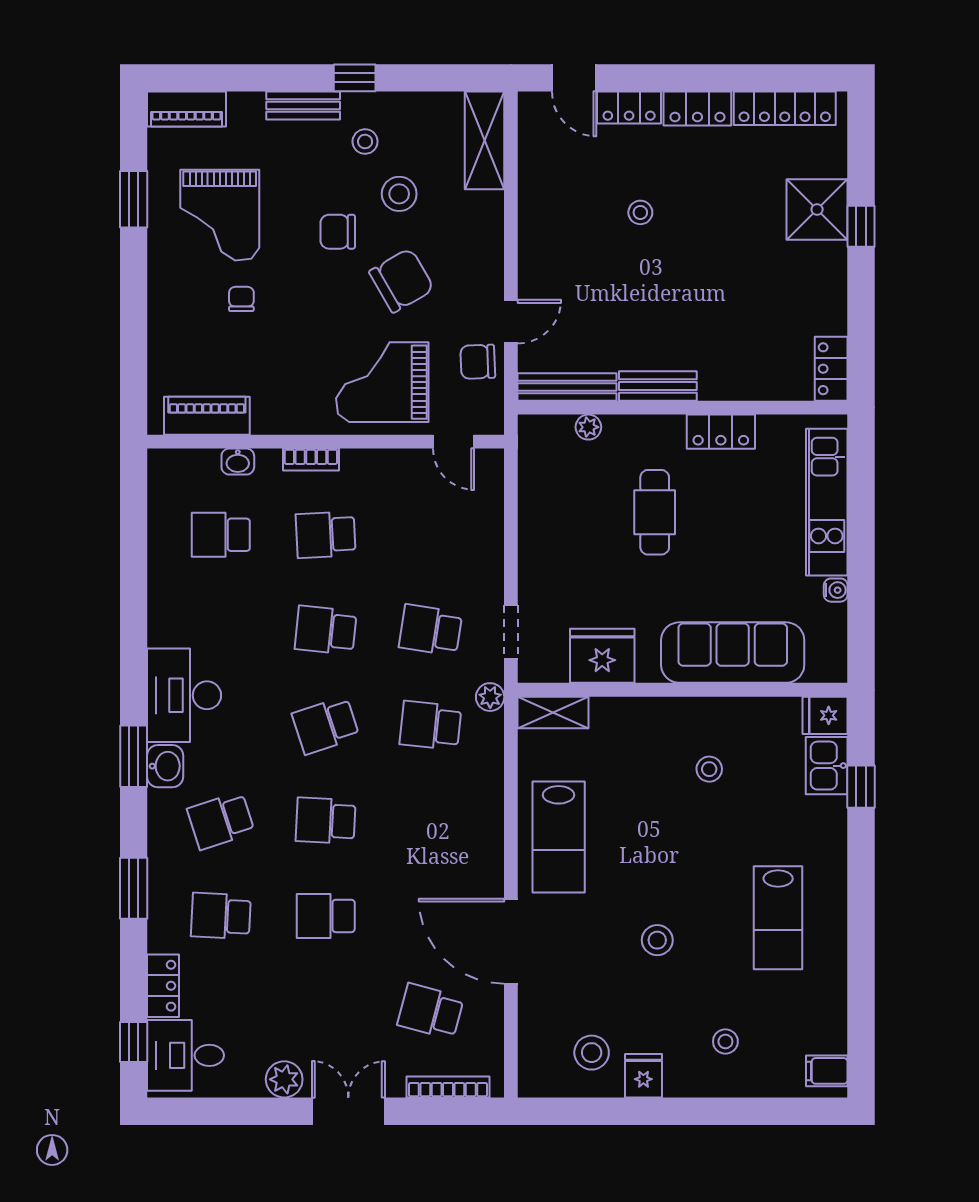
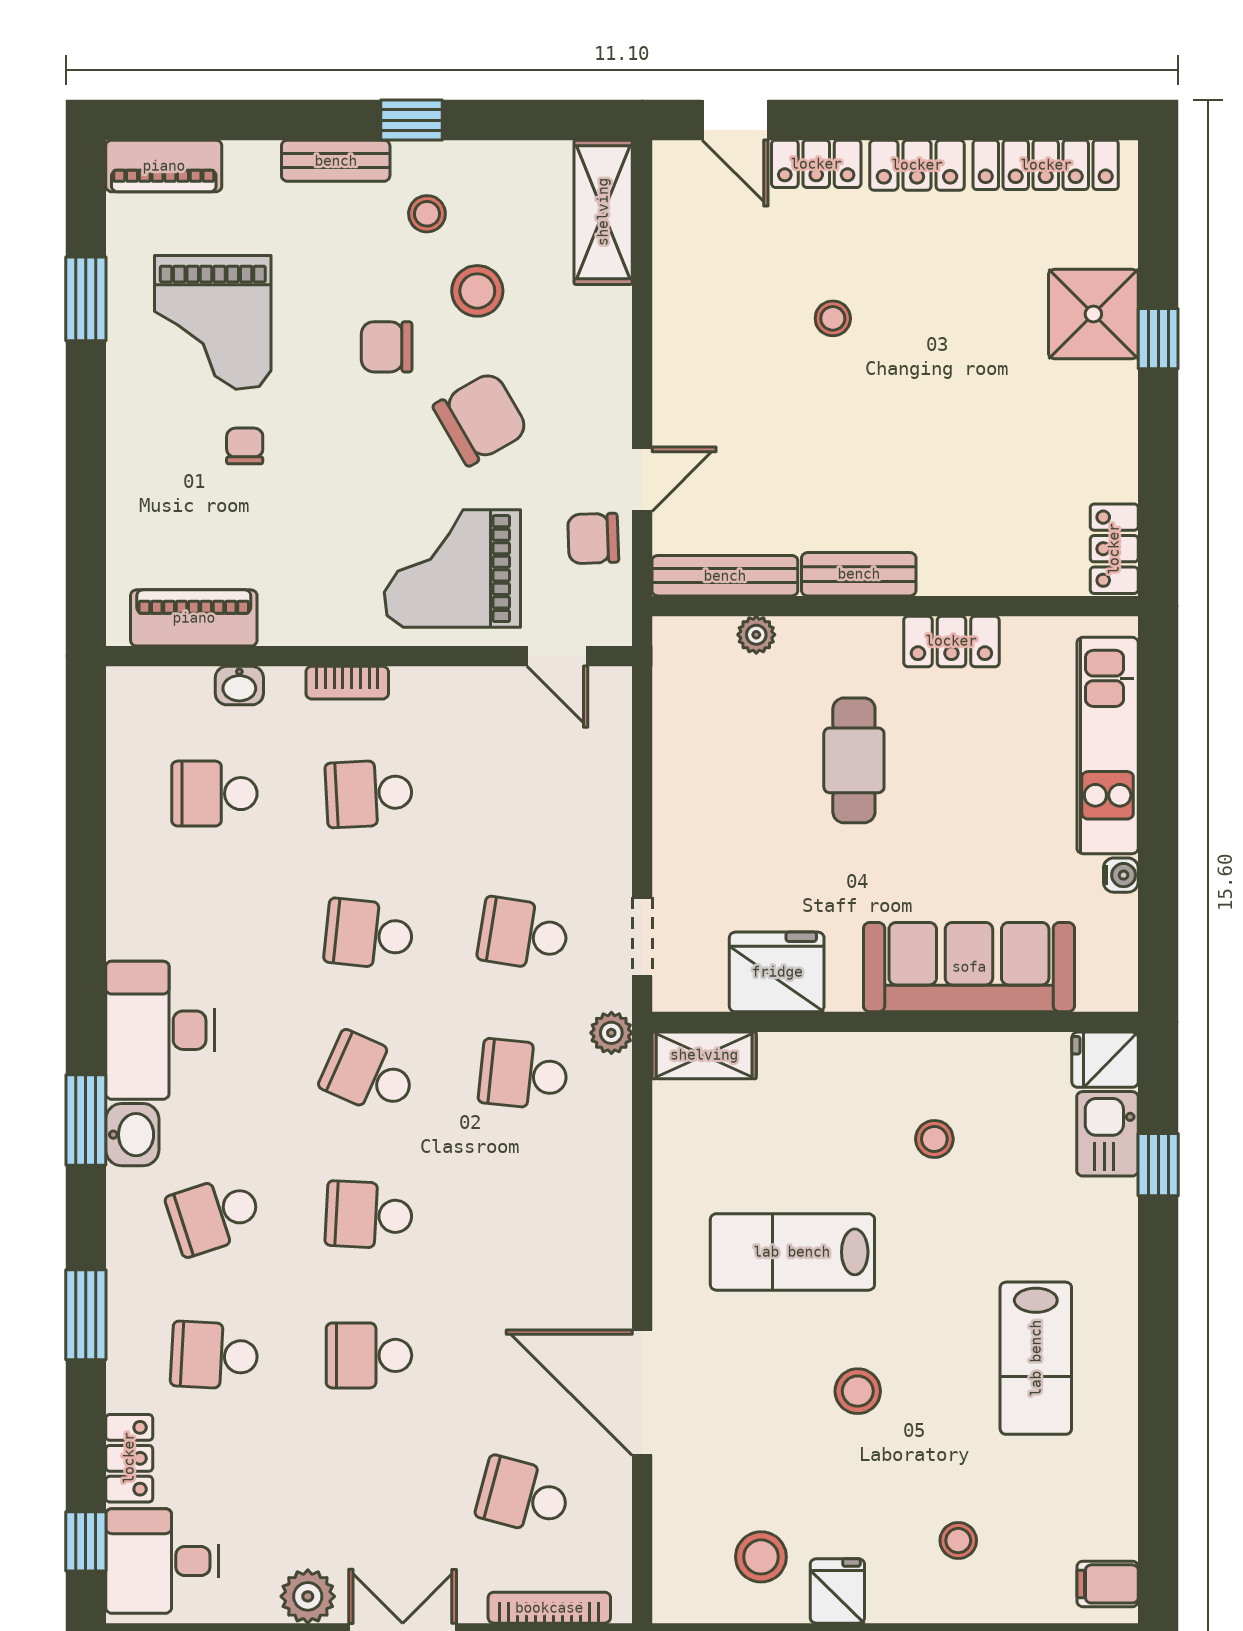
school desk: (326, 725) -> (369, 1074), turned 42
lab bench: (559, 837) -> (792, 1252), moved, turned 90

